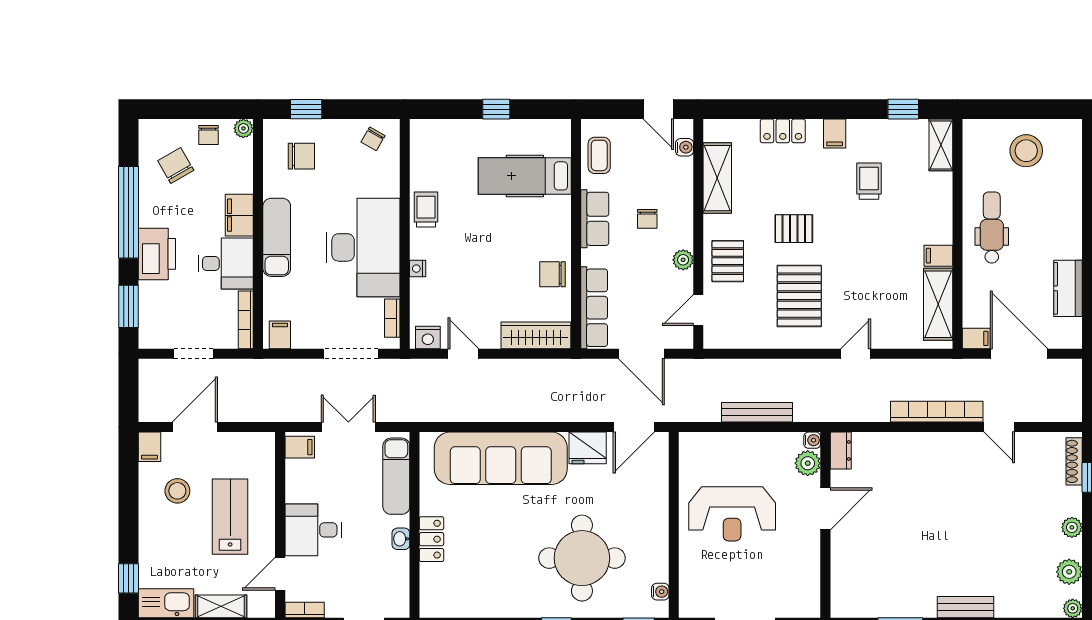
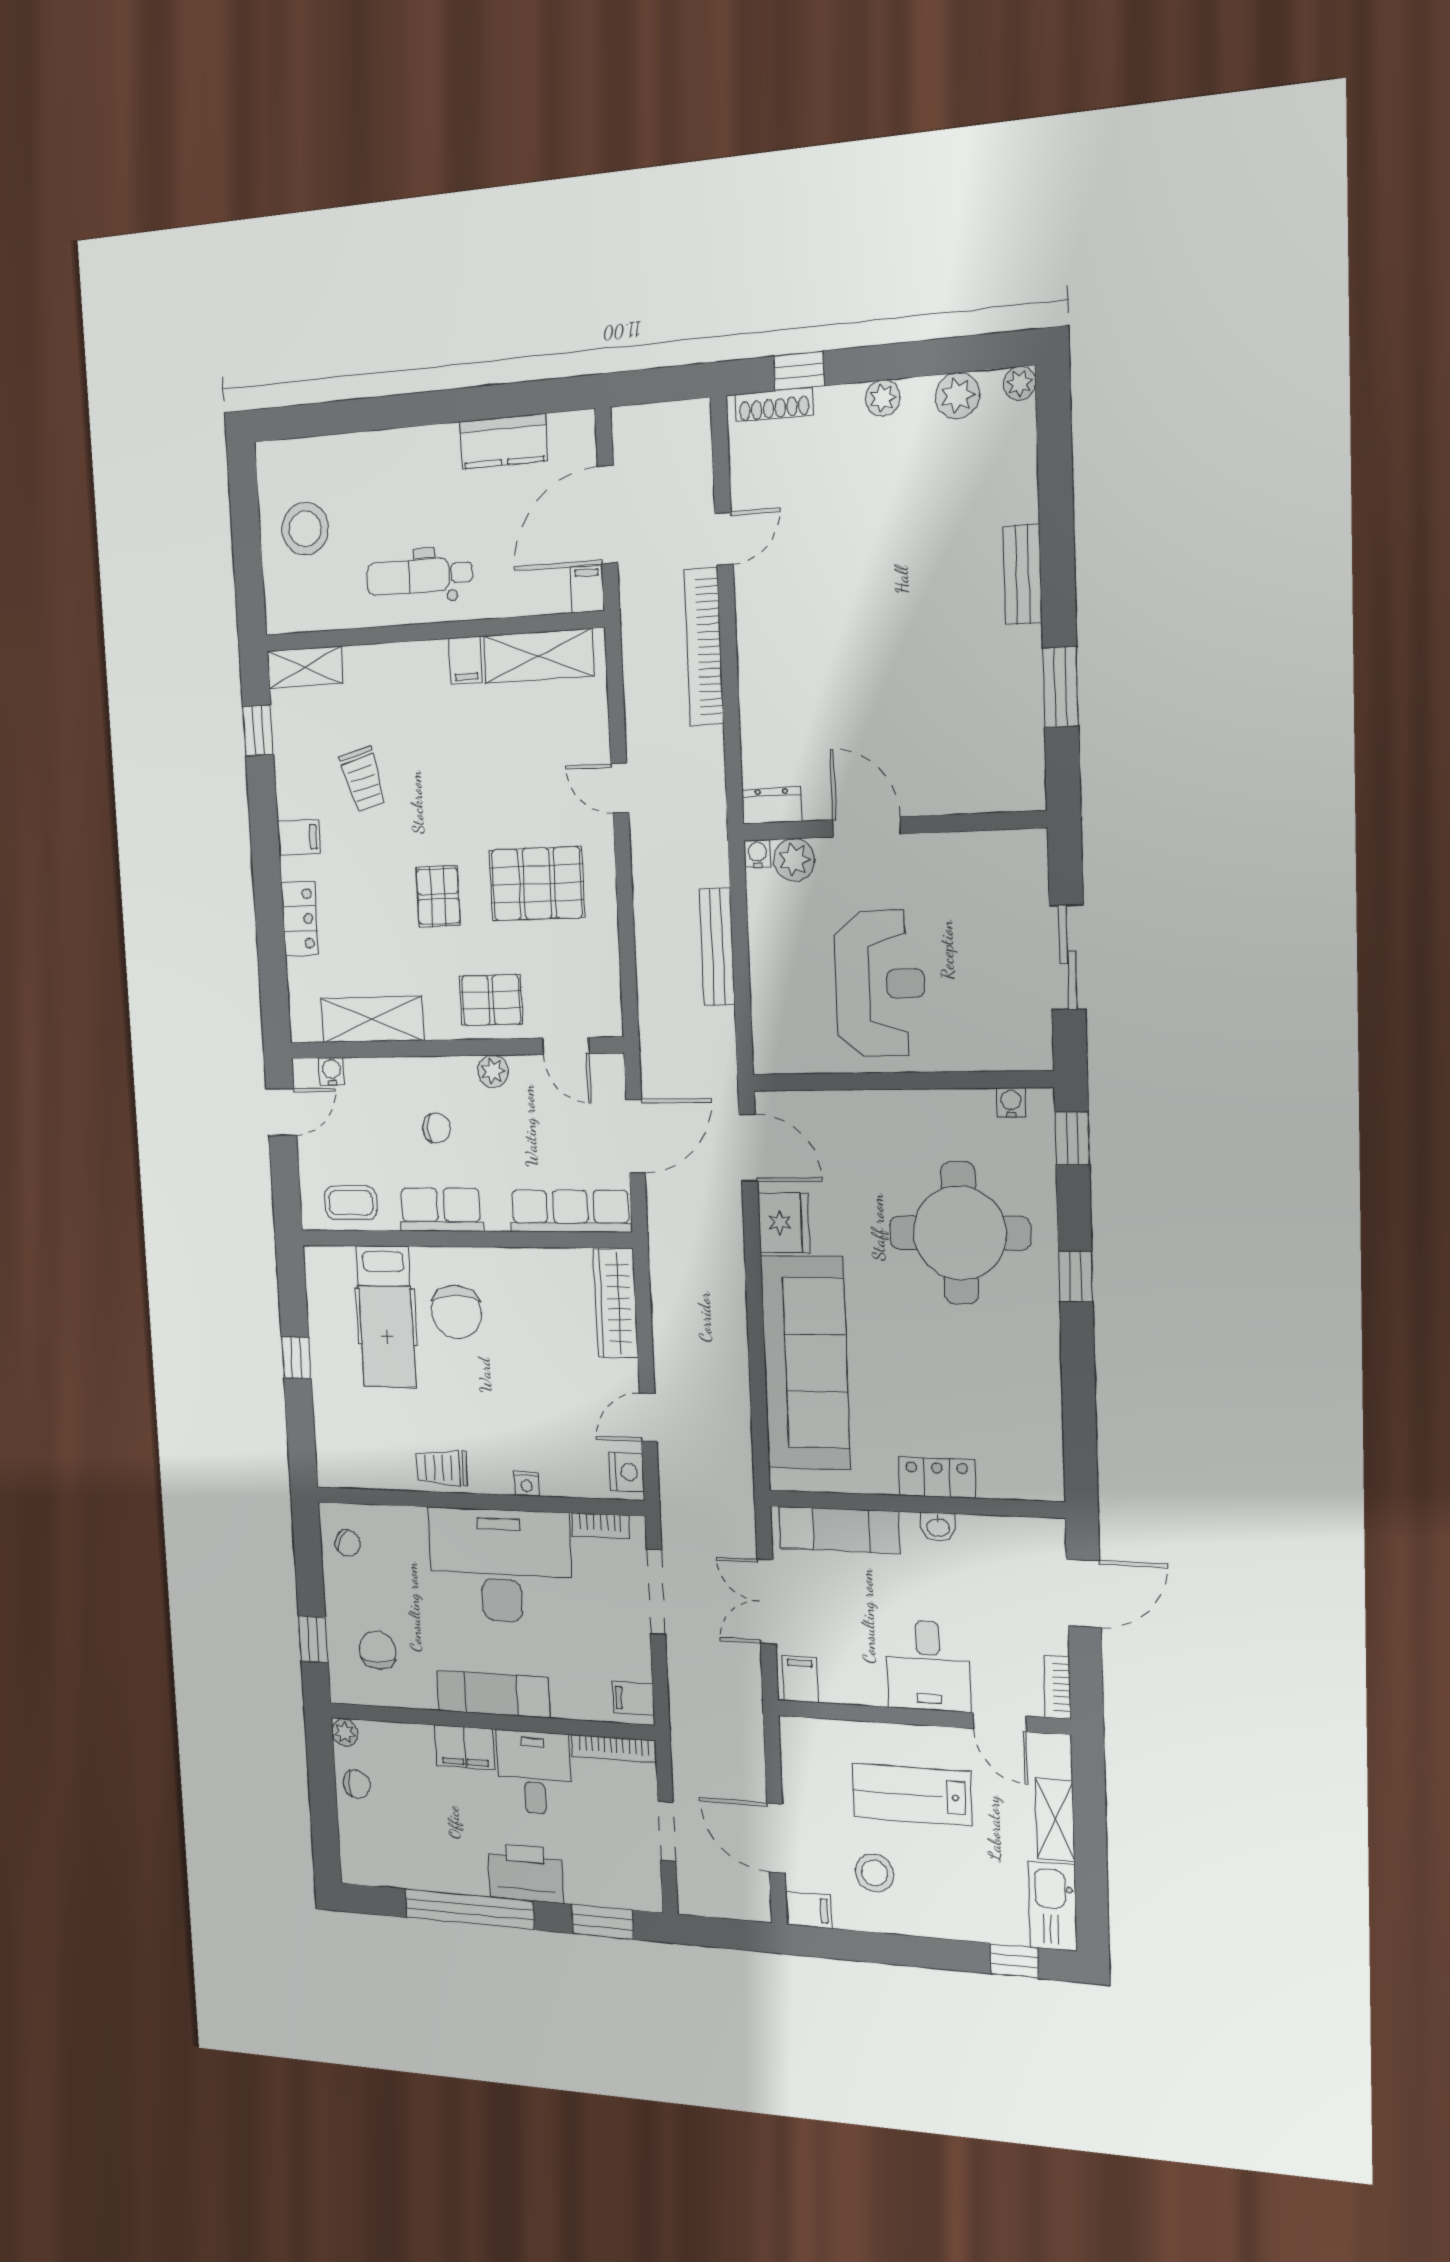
chair: (176, 165) -> (401, 1835), removed
trolley: (869, 181) -> (363, 779), turned -105
chair: (552, 274) -> (456, 1312), moved, width x1.37, depth x1.37

